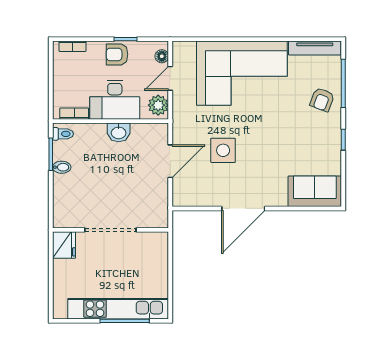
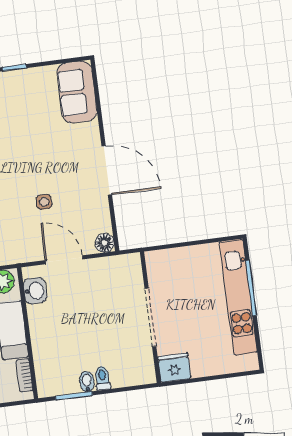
washbasin: (119, 132) -> (35, 291), moved
toilet: (63, 134) -> (102, 378), moved
side table: (223, 150) -> (44, 202), width x0.54, depth x0.54
floor lamp: (180, 198) -> (105, 243), added

